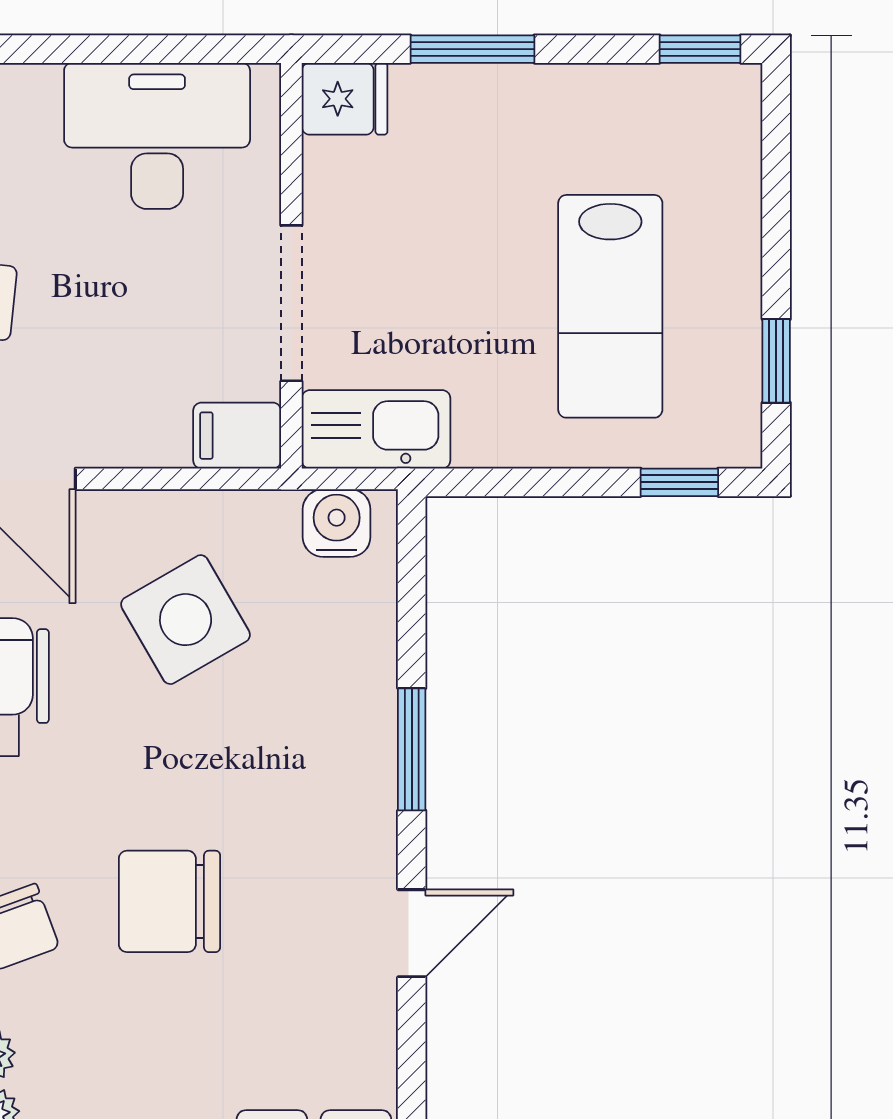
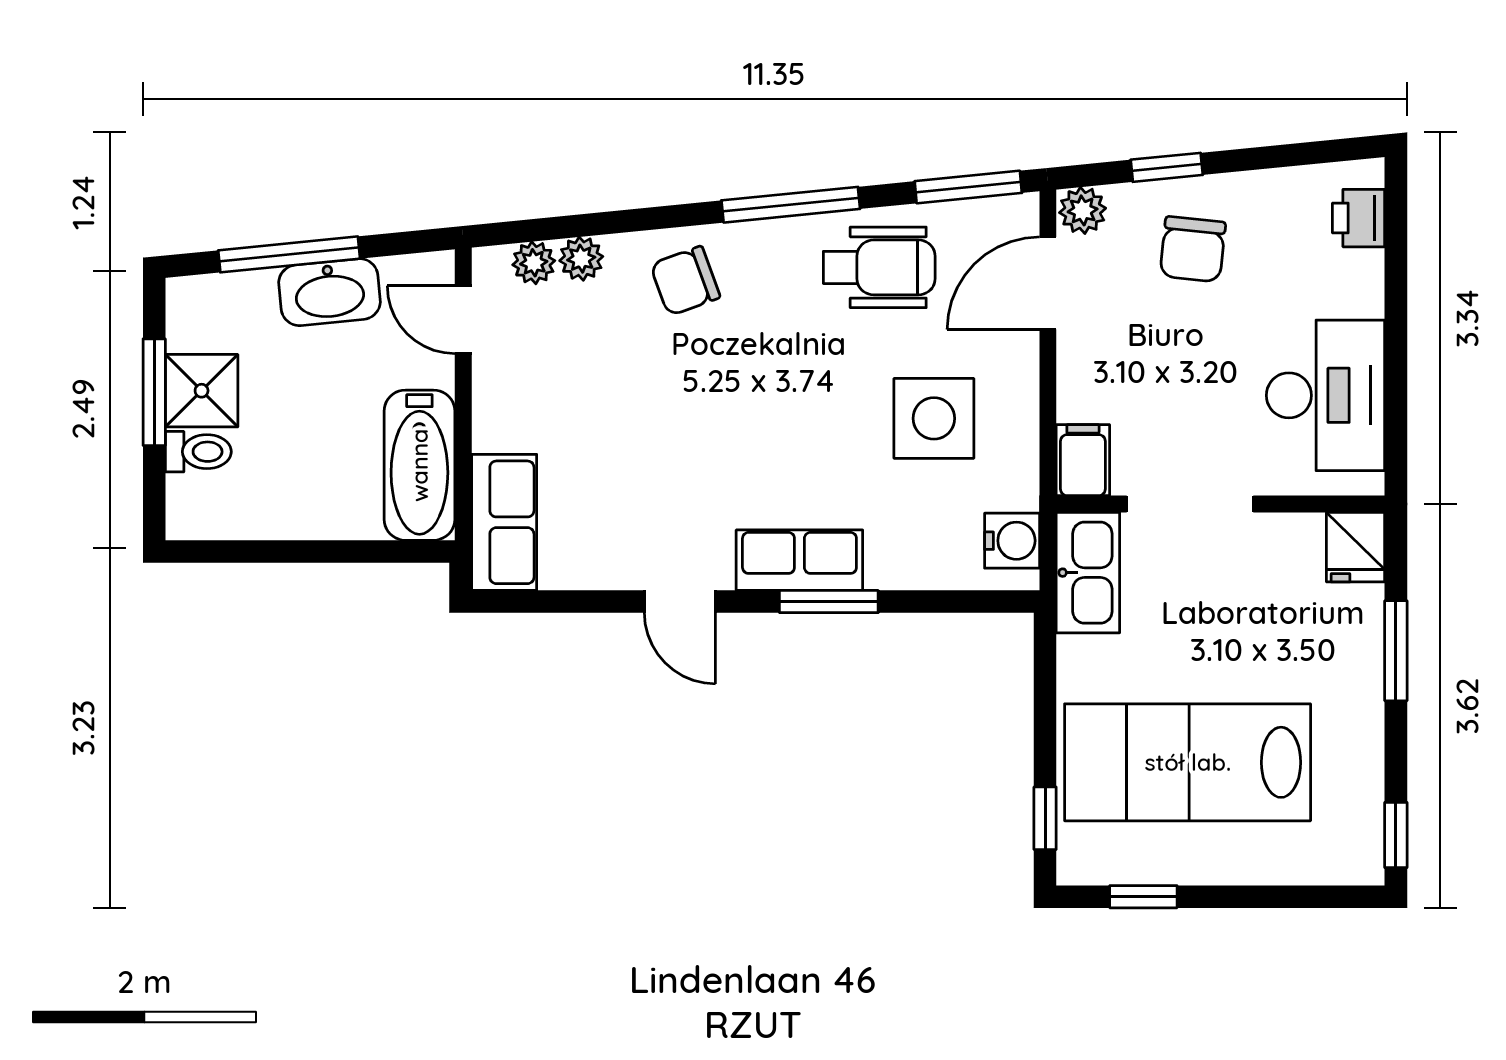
lab bench: (610, 306) -> (1188, 762), width x1.36, depth x1.39
side table: (186, 620) -> (934, 418), turned 30
row of seats: (361, 786) -> (799, 560), added
chair: (169, 901) -> (706, 405), removed

